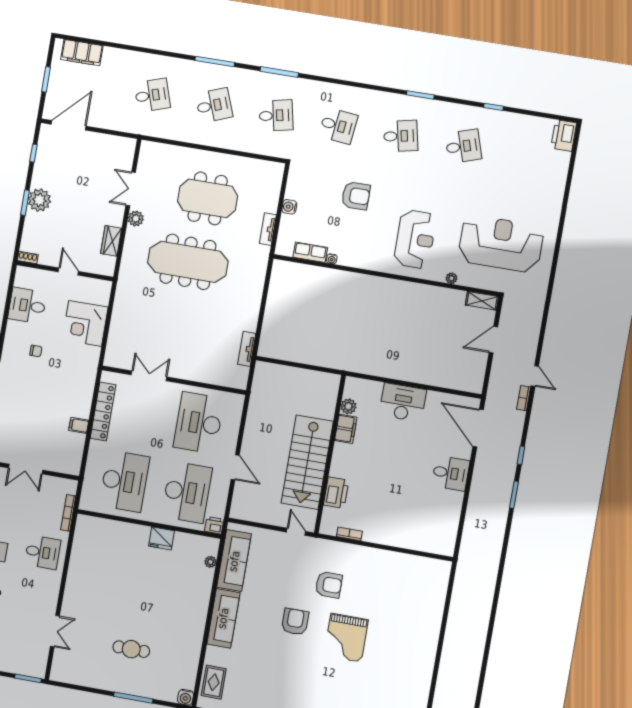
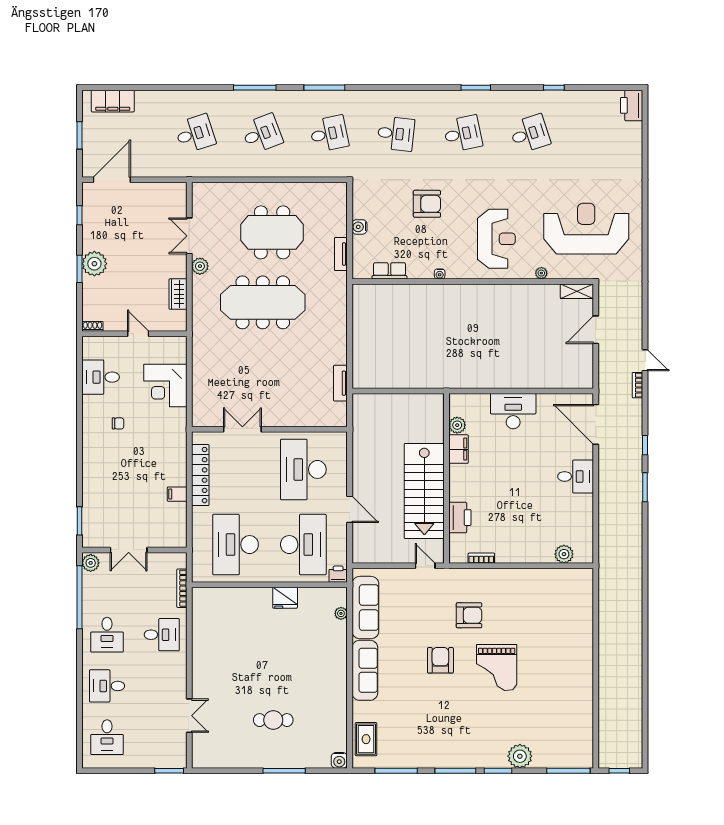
water cooler: (332, 259) -> (440, 274), moved
desk: (124, 481) -> (236, 545), turned 180
plant: (427, 544) -> (564, 554), added

